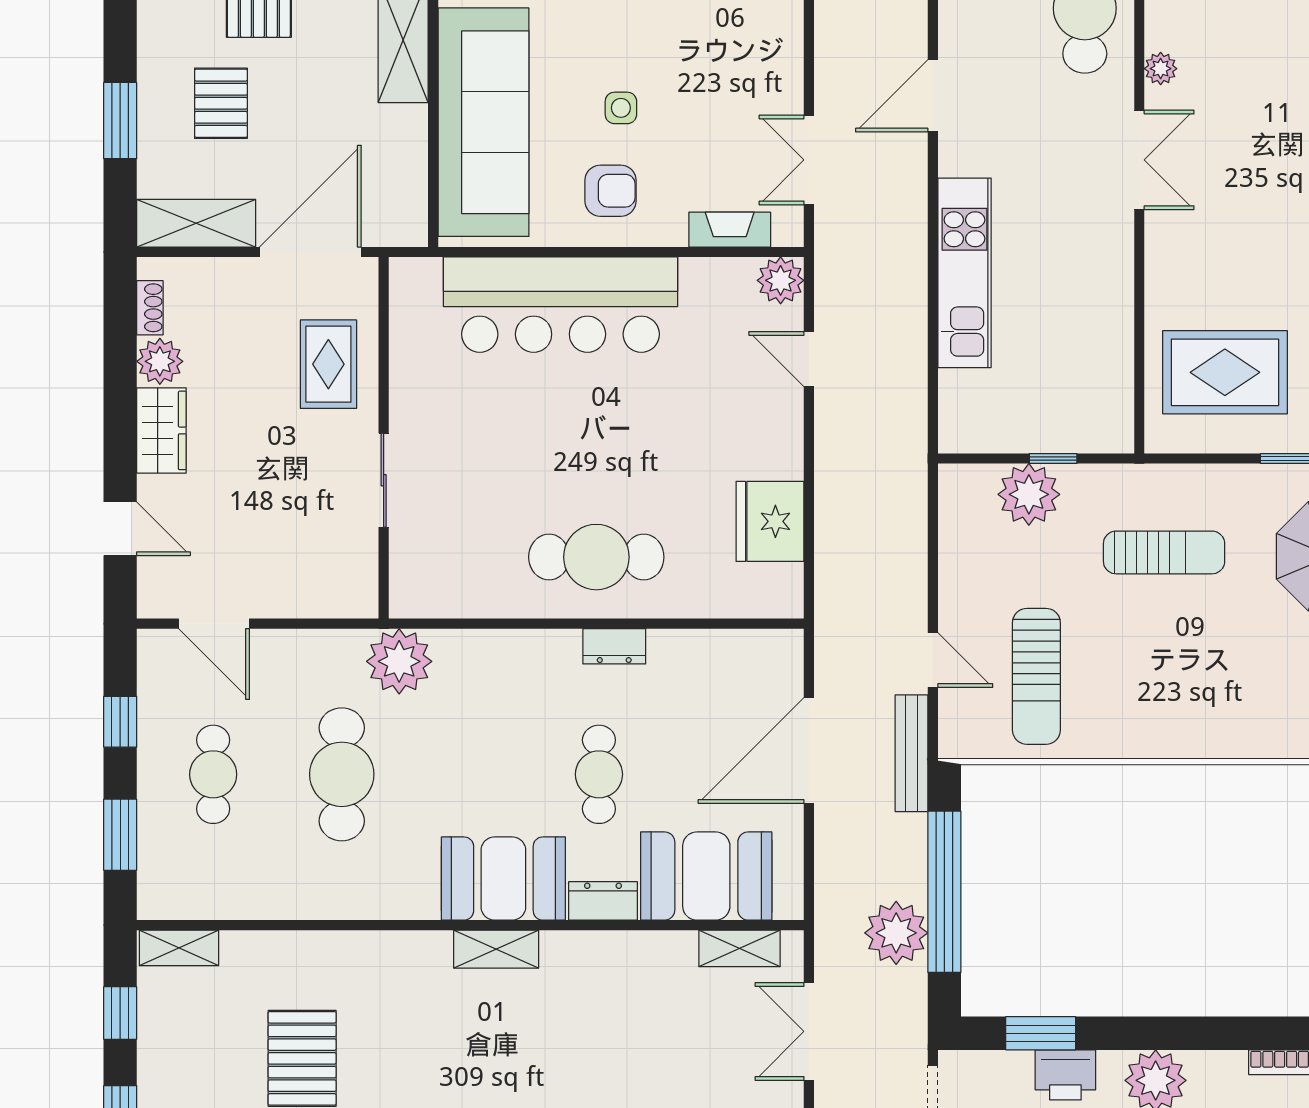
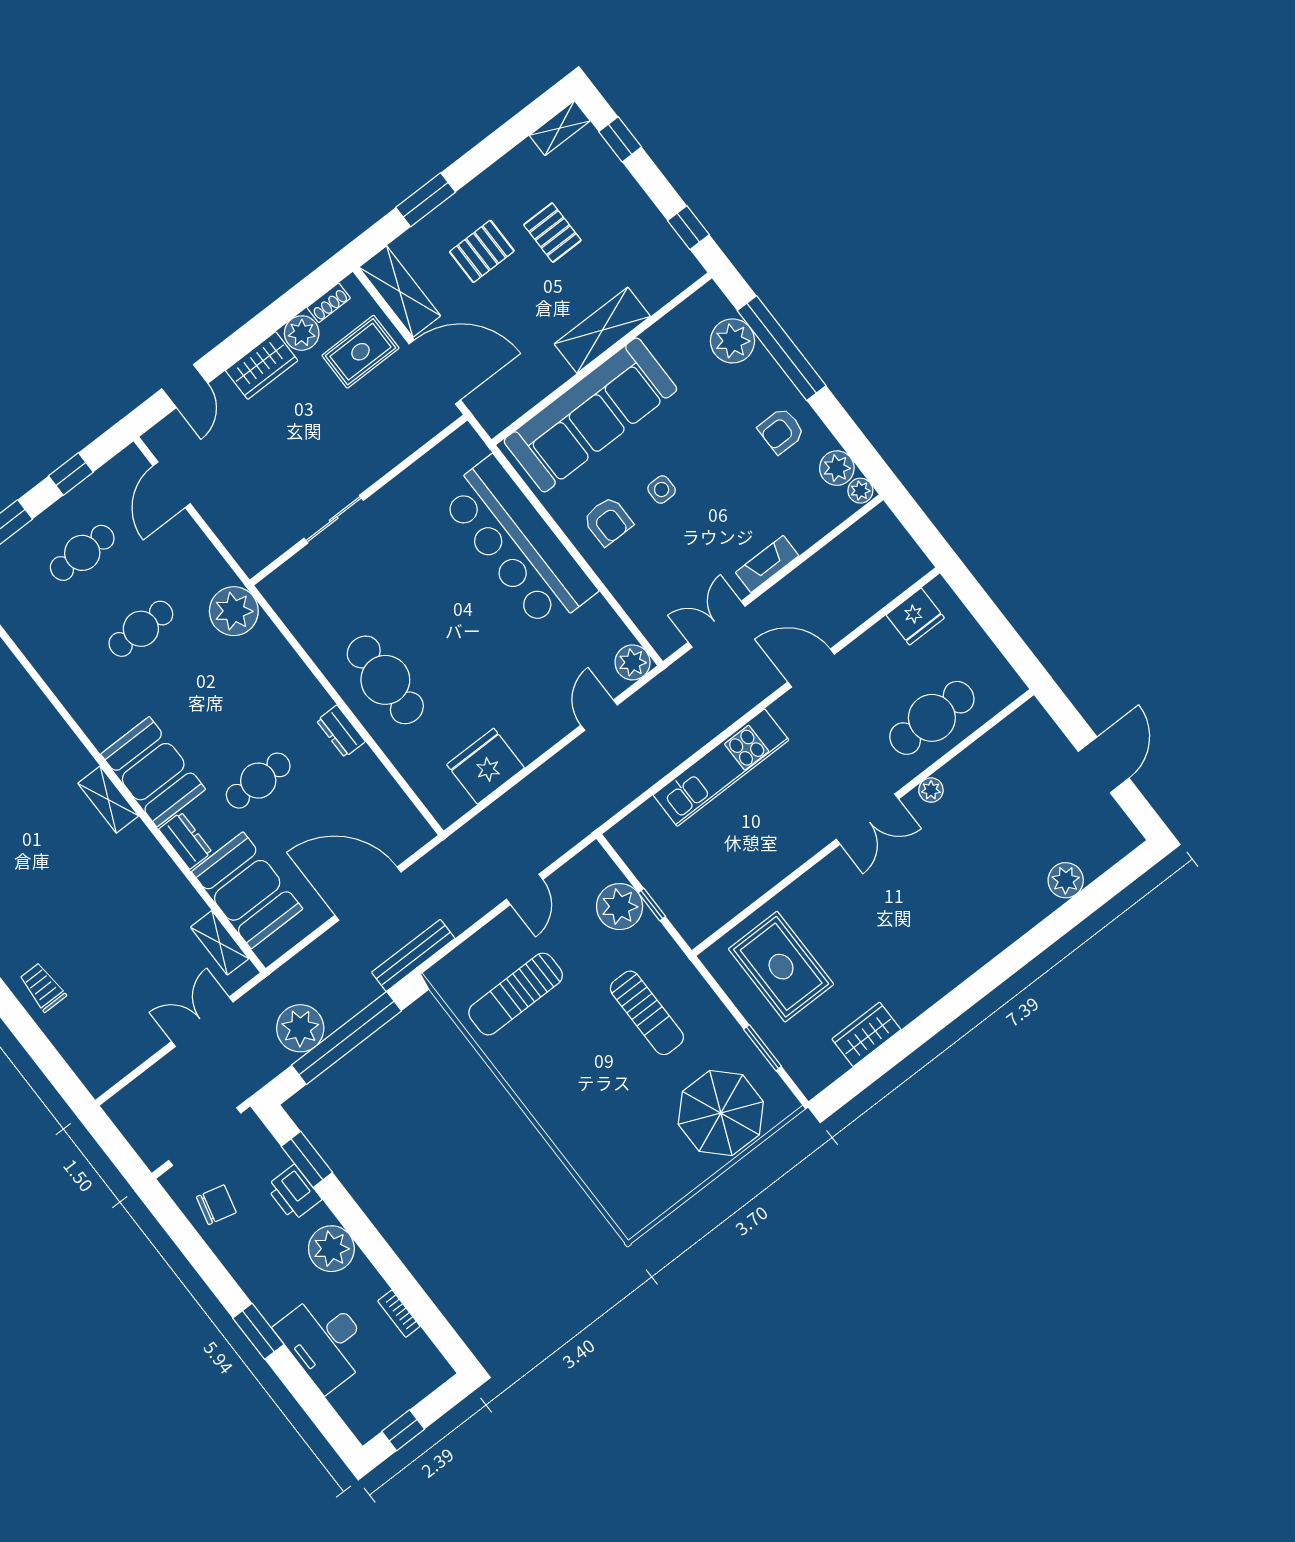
fireplace: (730, 230) -> (767, 564), moved, turned -90
rug: (328, 364) -> (360, 352), moved
door: (933, 660) -> (525, 889), moved
cafe table: (342, 774) -> (141, 629), width x0.73, depth x0.74

